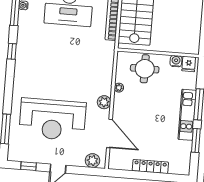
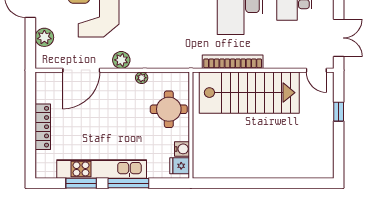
kitchen unit: (187, 115) -> (102, 169), width x1.36
plant: (93, 161) -> (44, 37), moved

